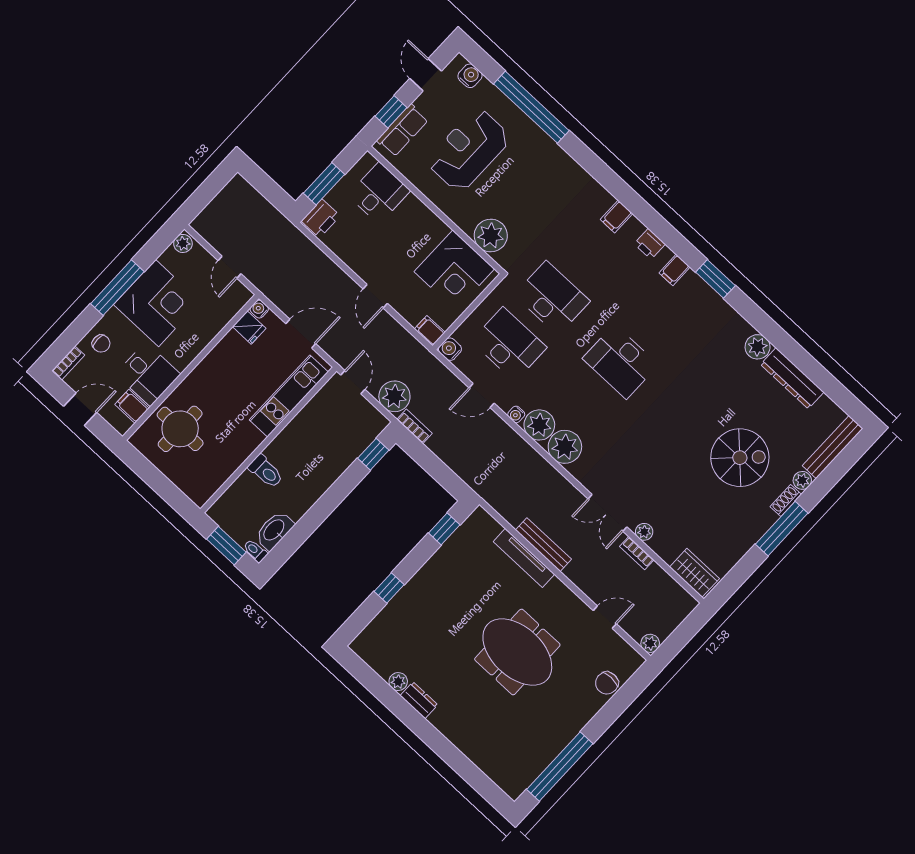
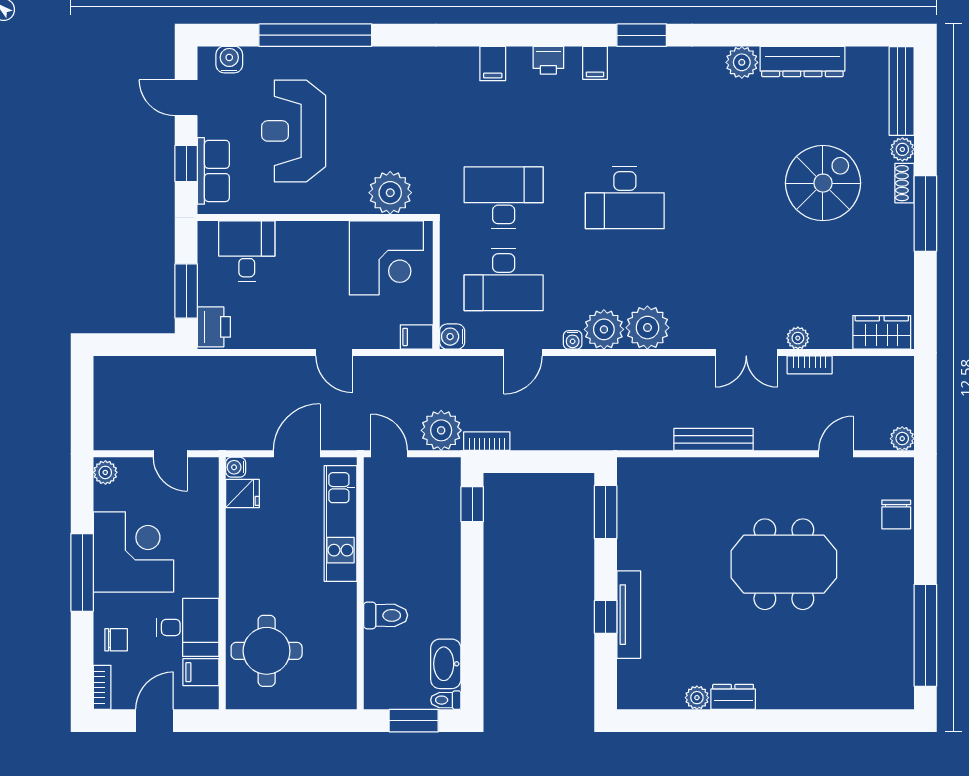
desk: (509, 344) -> (504, 280), turned 180
window: (444, 529) -> (606, 512), width x1.50
tv unit: (524, 558) -> (629, 615), moved, turned -90

